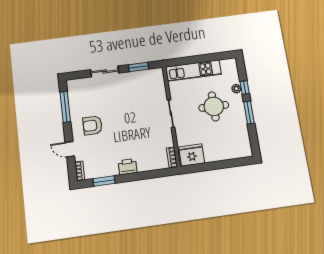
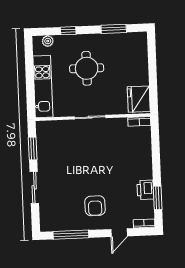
plant: (236, 89) -> (48, 41), moved
window: (249, 112) -> (114, 29), moved
printer: (128, 167) -> (145, 190), moved

